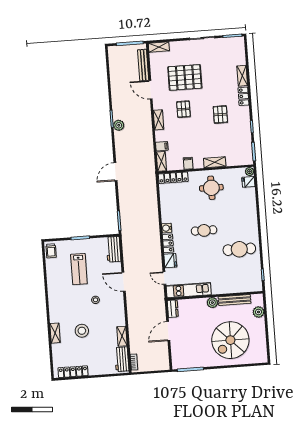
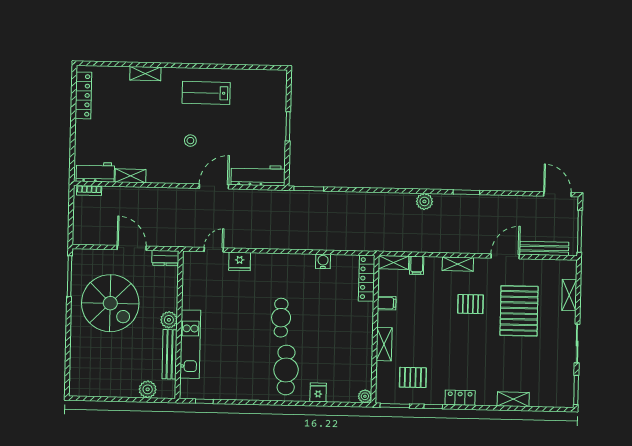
shelving: (159, 47) -> (569, 295), moved
locker: (243, 96) -> (460, 398), moved
pallet: (220, 114) -> (413, 377), moved
plant: (119, 125) -> (424, 201), moved
door: (116, 172) -> (557, 194), moved
fridge: (248, 182) -> (318, 392), moved
round table: (211, 188) -> (346, 335), removed
water cooler: (167, 228) -> (323, 261), moved
locker: (168, 243) -> (267, 260), removed
workbench: (113, 249) -> (258, 175), width x1.37
cafe table: (239, 249) -> (286, 370), moved
trolley: (51, 251) -> (272, 80), removed
lab bench: (79, 269) -> (206, 93), moved
kitchen unit: (189, 290) -> (190, 344), moved
stool: (82, 331) -> (145, 115), removed
spiral stairs: (230, 340) -> (110, 303), moved, turned 180

